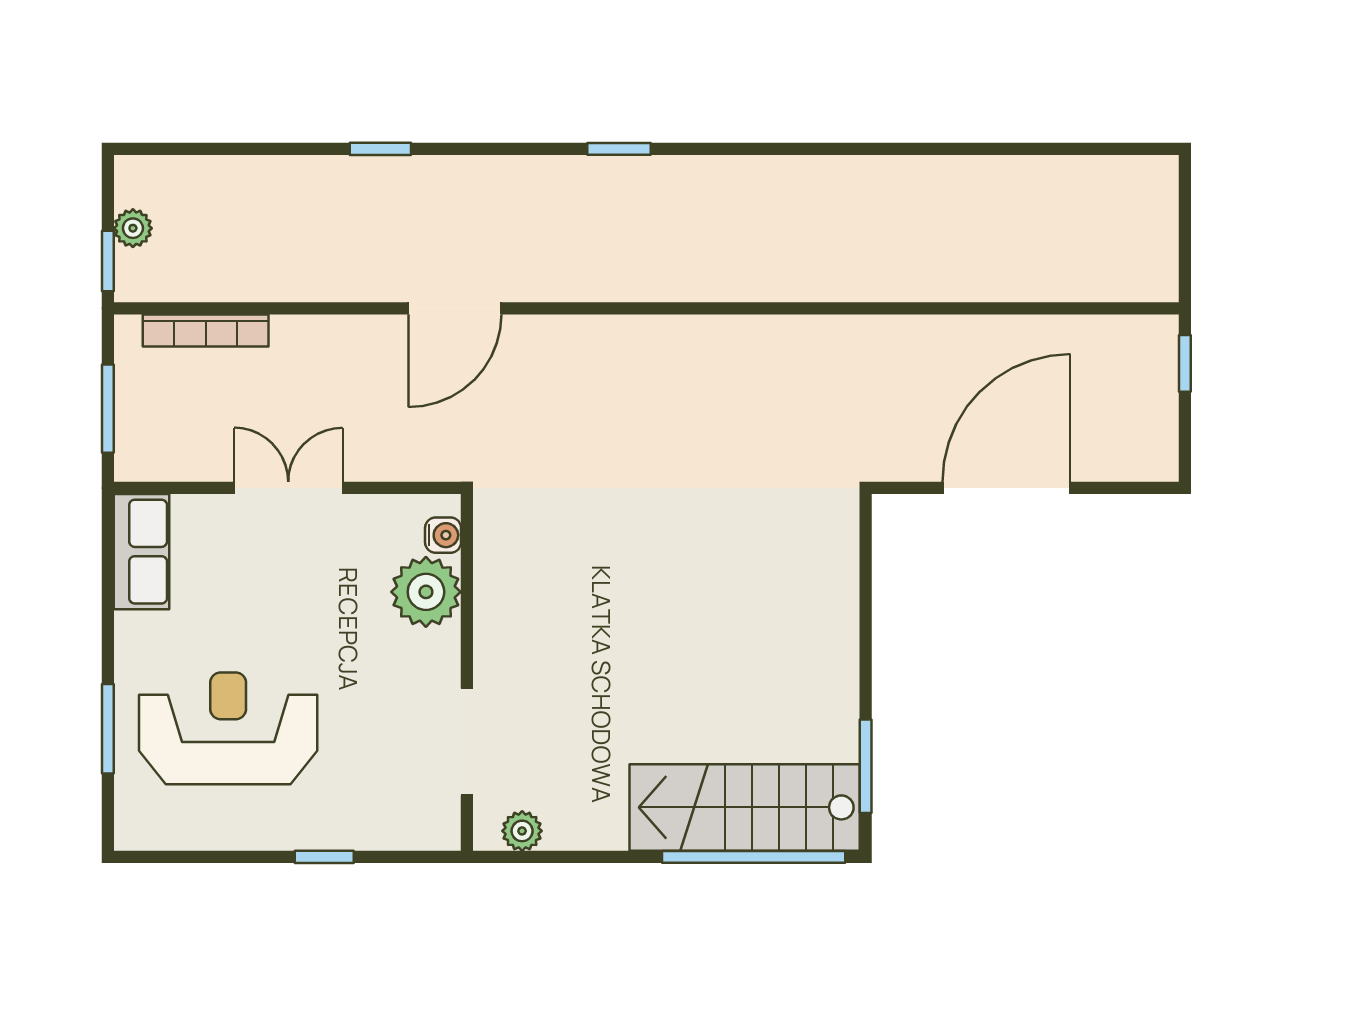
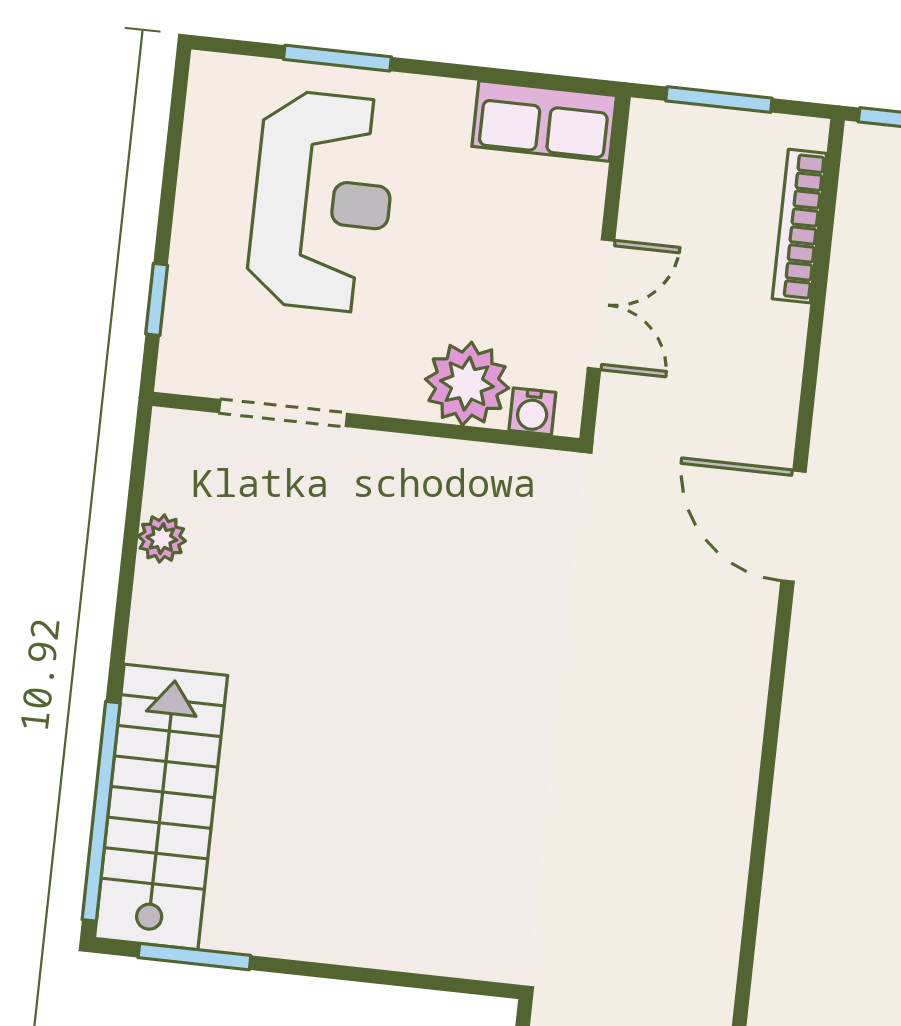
water cooler: (443, 535) -> (532, 411), moved
plant: (426, 592) -> (467, 384), moved
wall: (467, 672) -> (366, 422), moved
doorway: (467, 742) -> (283, 413), moved

